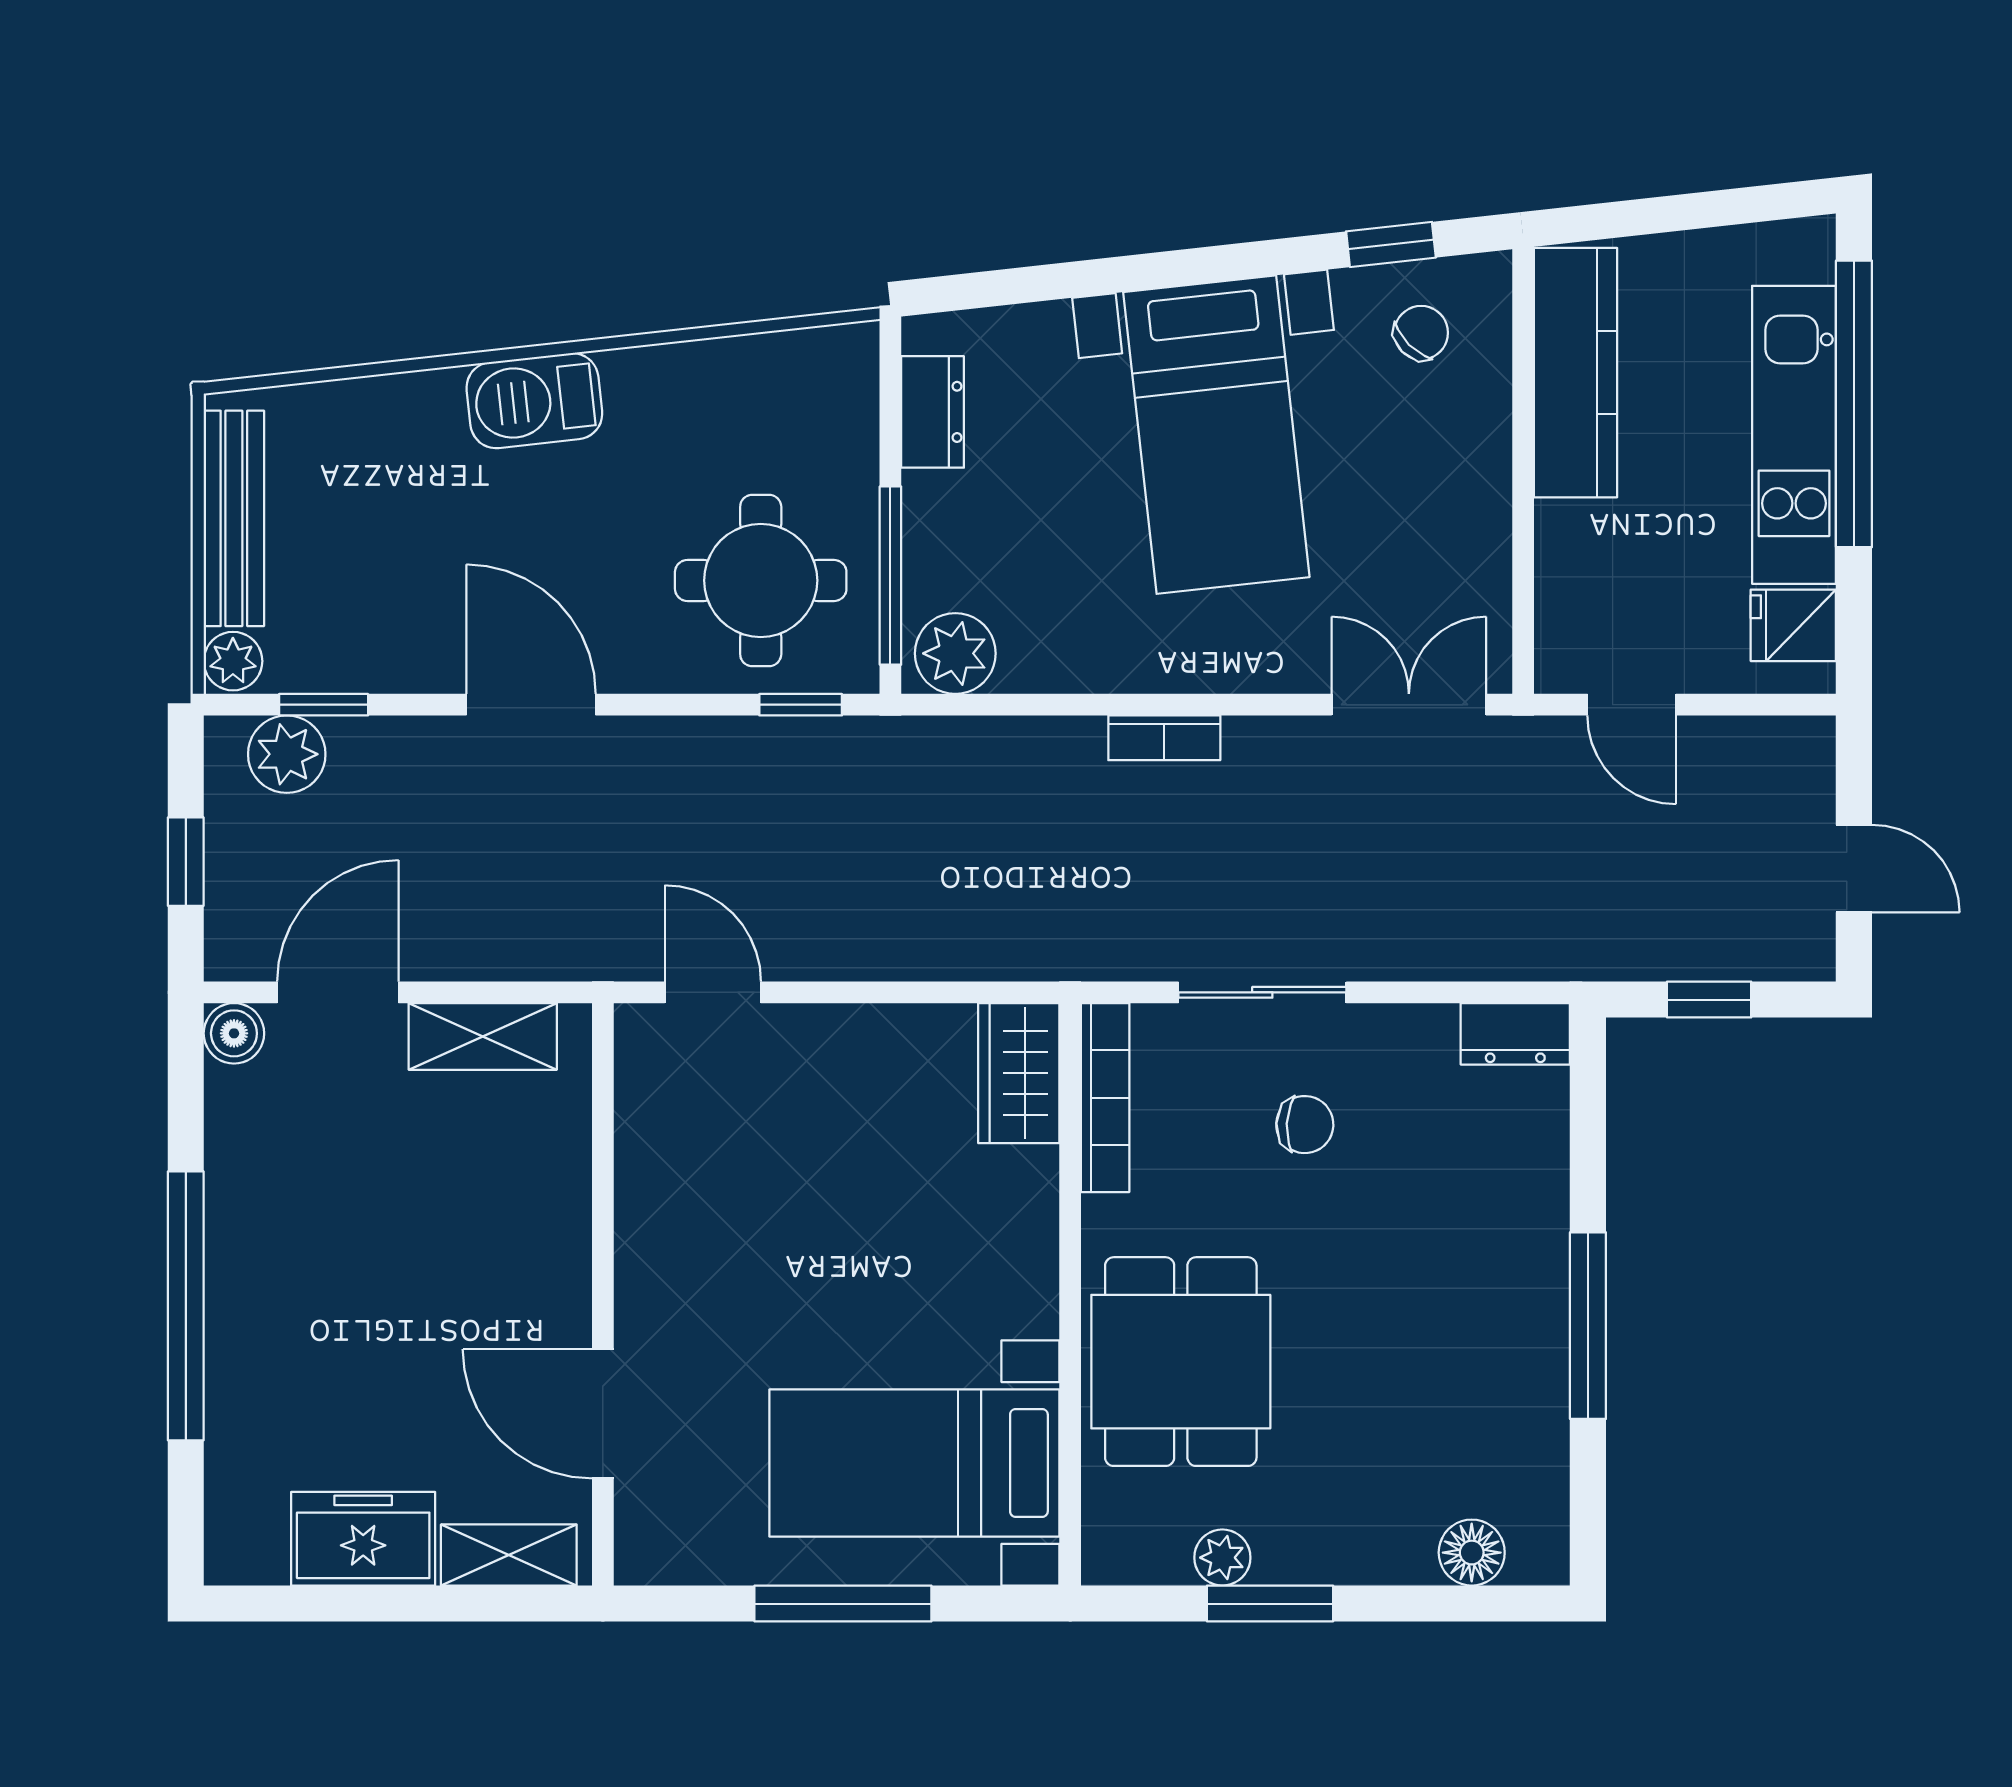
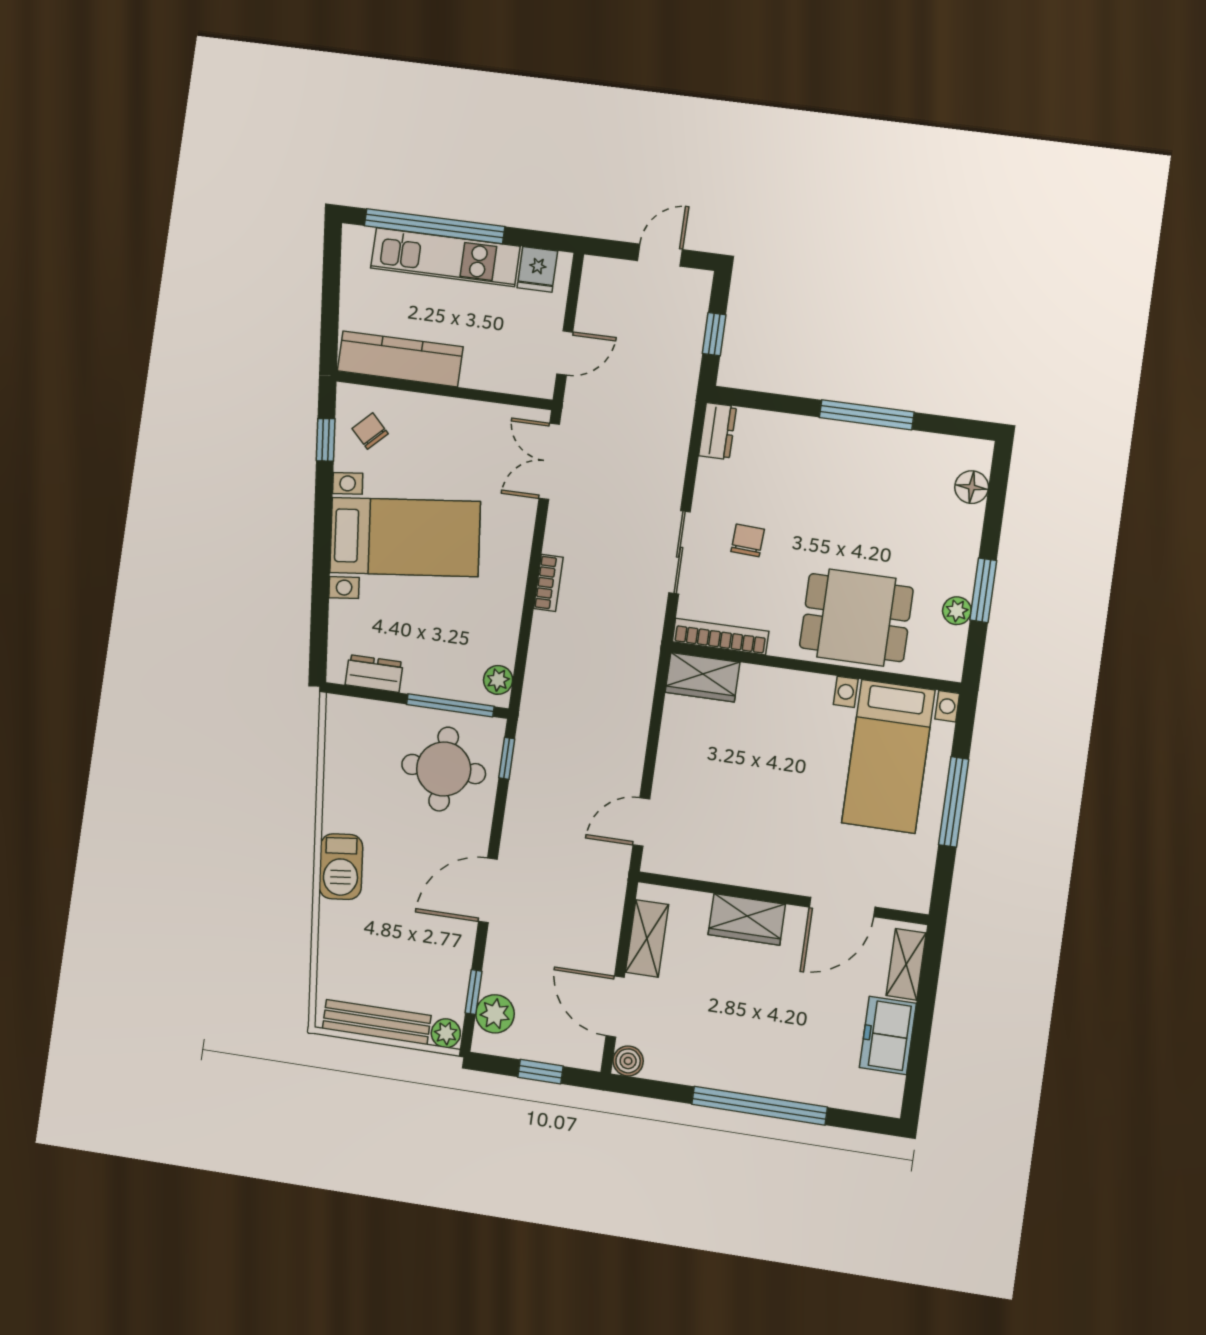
plant: (955, 653) -> (498, 680), width x0.73, depth x0.73
wardrobe: (550, 1229) -> (747, 919), added

